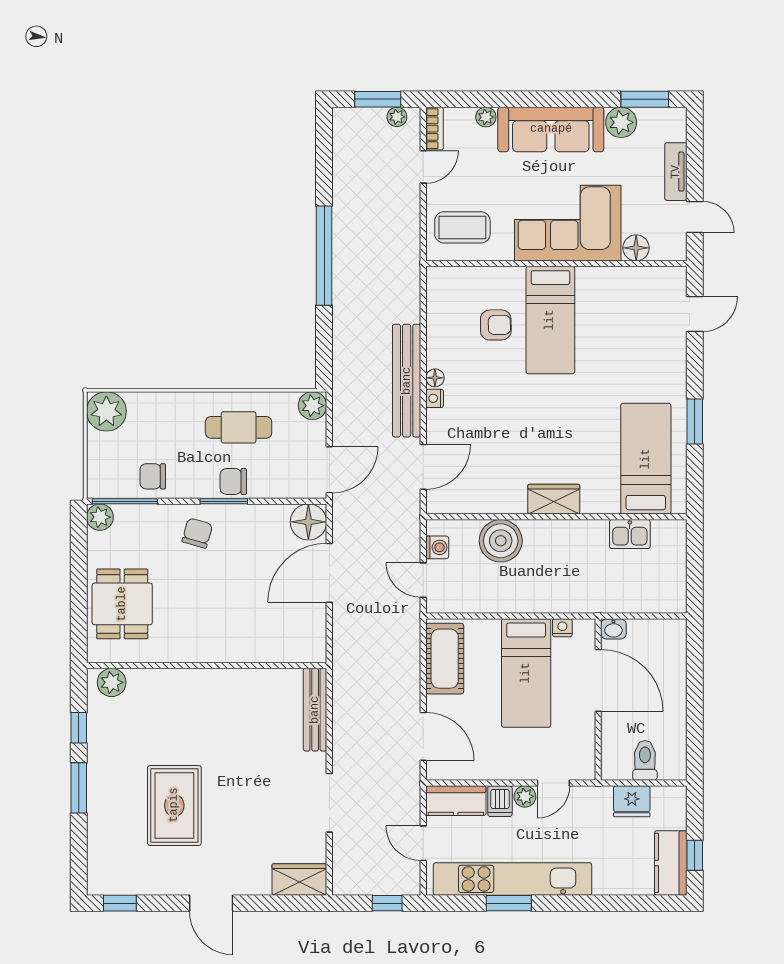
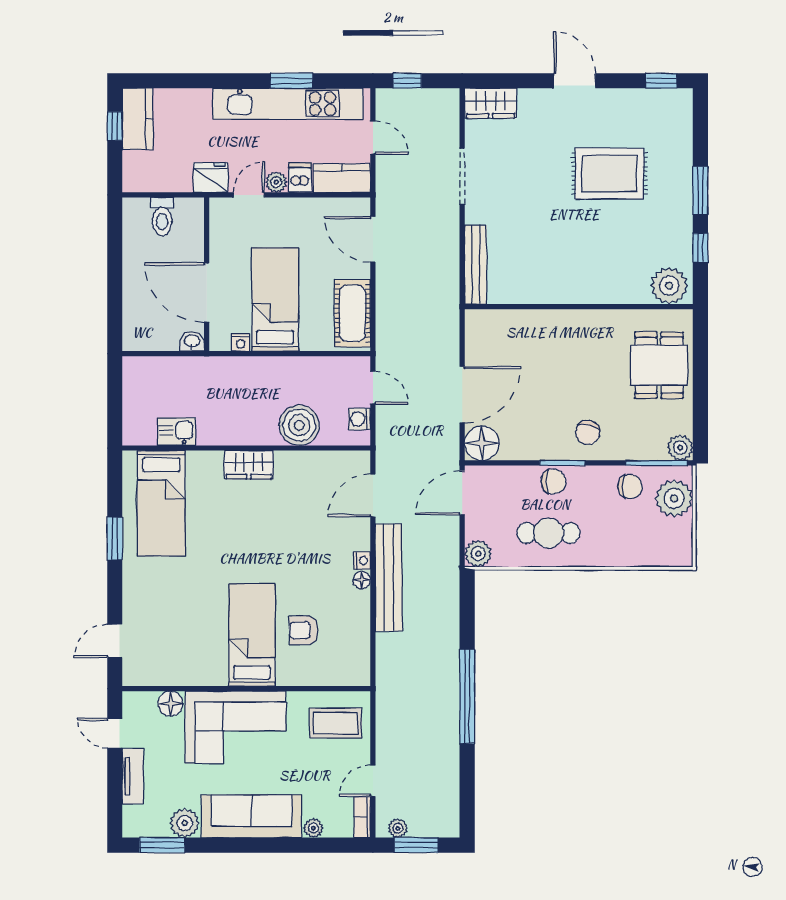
plant: (106, 411) -> (674, 498), moved
plant: (112, 682) -> (669, 286), width x1.36, depth x1.36
fridge: (632, 801) -> (211, 178), moved
rug: (174, 805) -> (610, 174), turned 90

